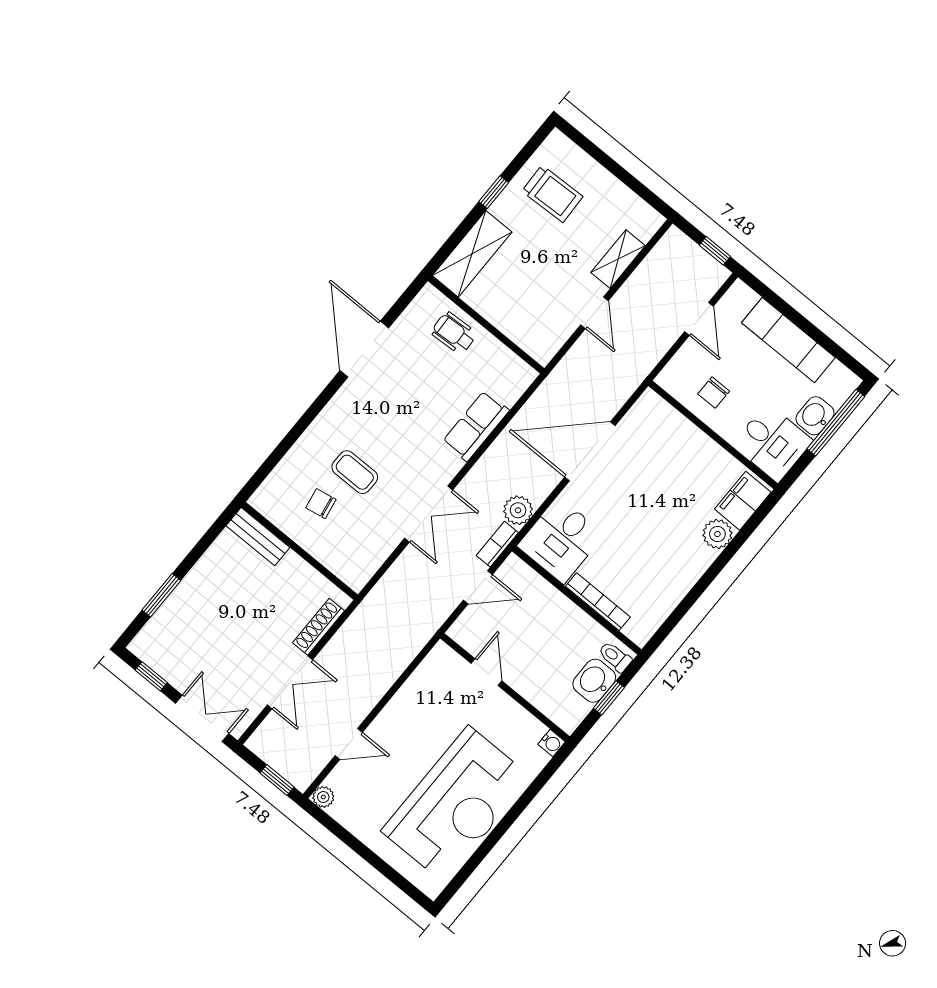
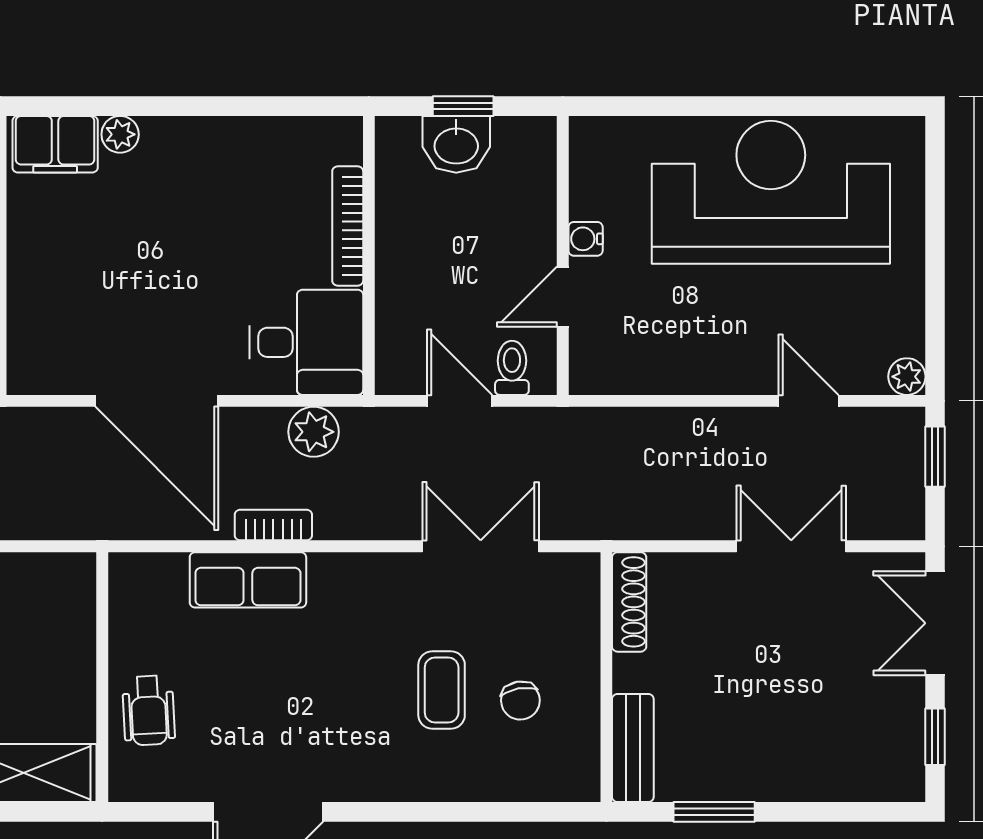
double door: (429, 514) -> (481, 546), moved
plant: (717, 534) -> (120, 134), width x0.73, depth x0.73
bookcase: (497, 544) -> (273, 525), moved, turned 180
window: (161, 595) -> (714, 812), moved
shoe rack: (319, 627) -> (629, 602), moved, turned -90
toilet: (615, 657) -> (512, 368), moved, turned 180
water cooler: (552, 743) -> (586, 239), moved, turned -90

